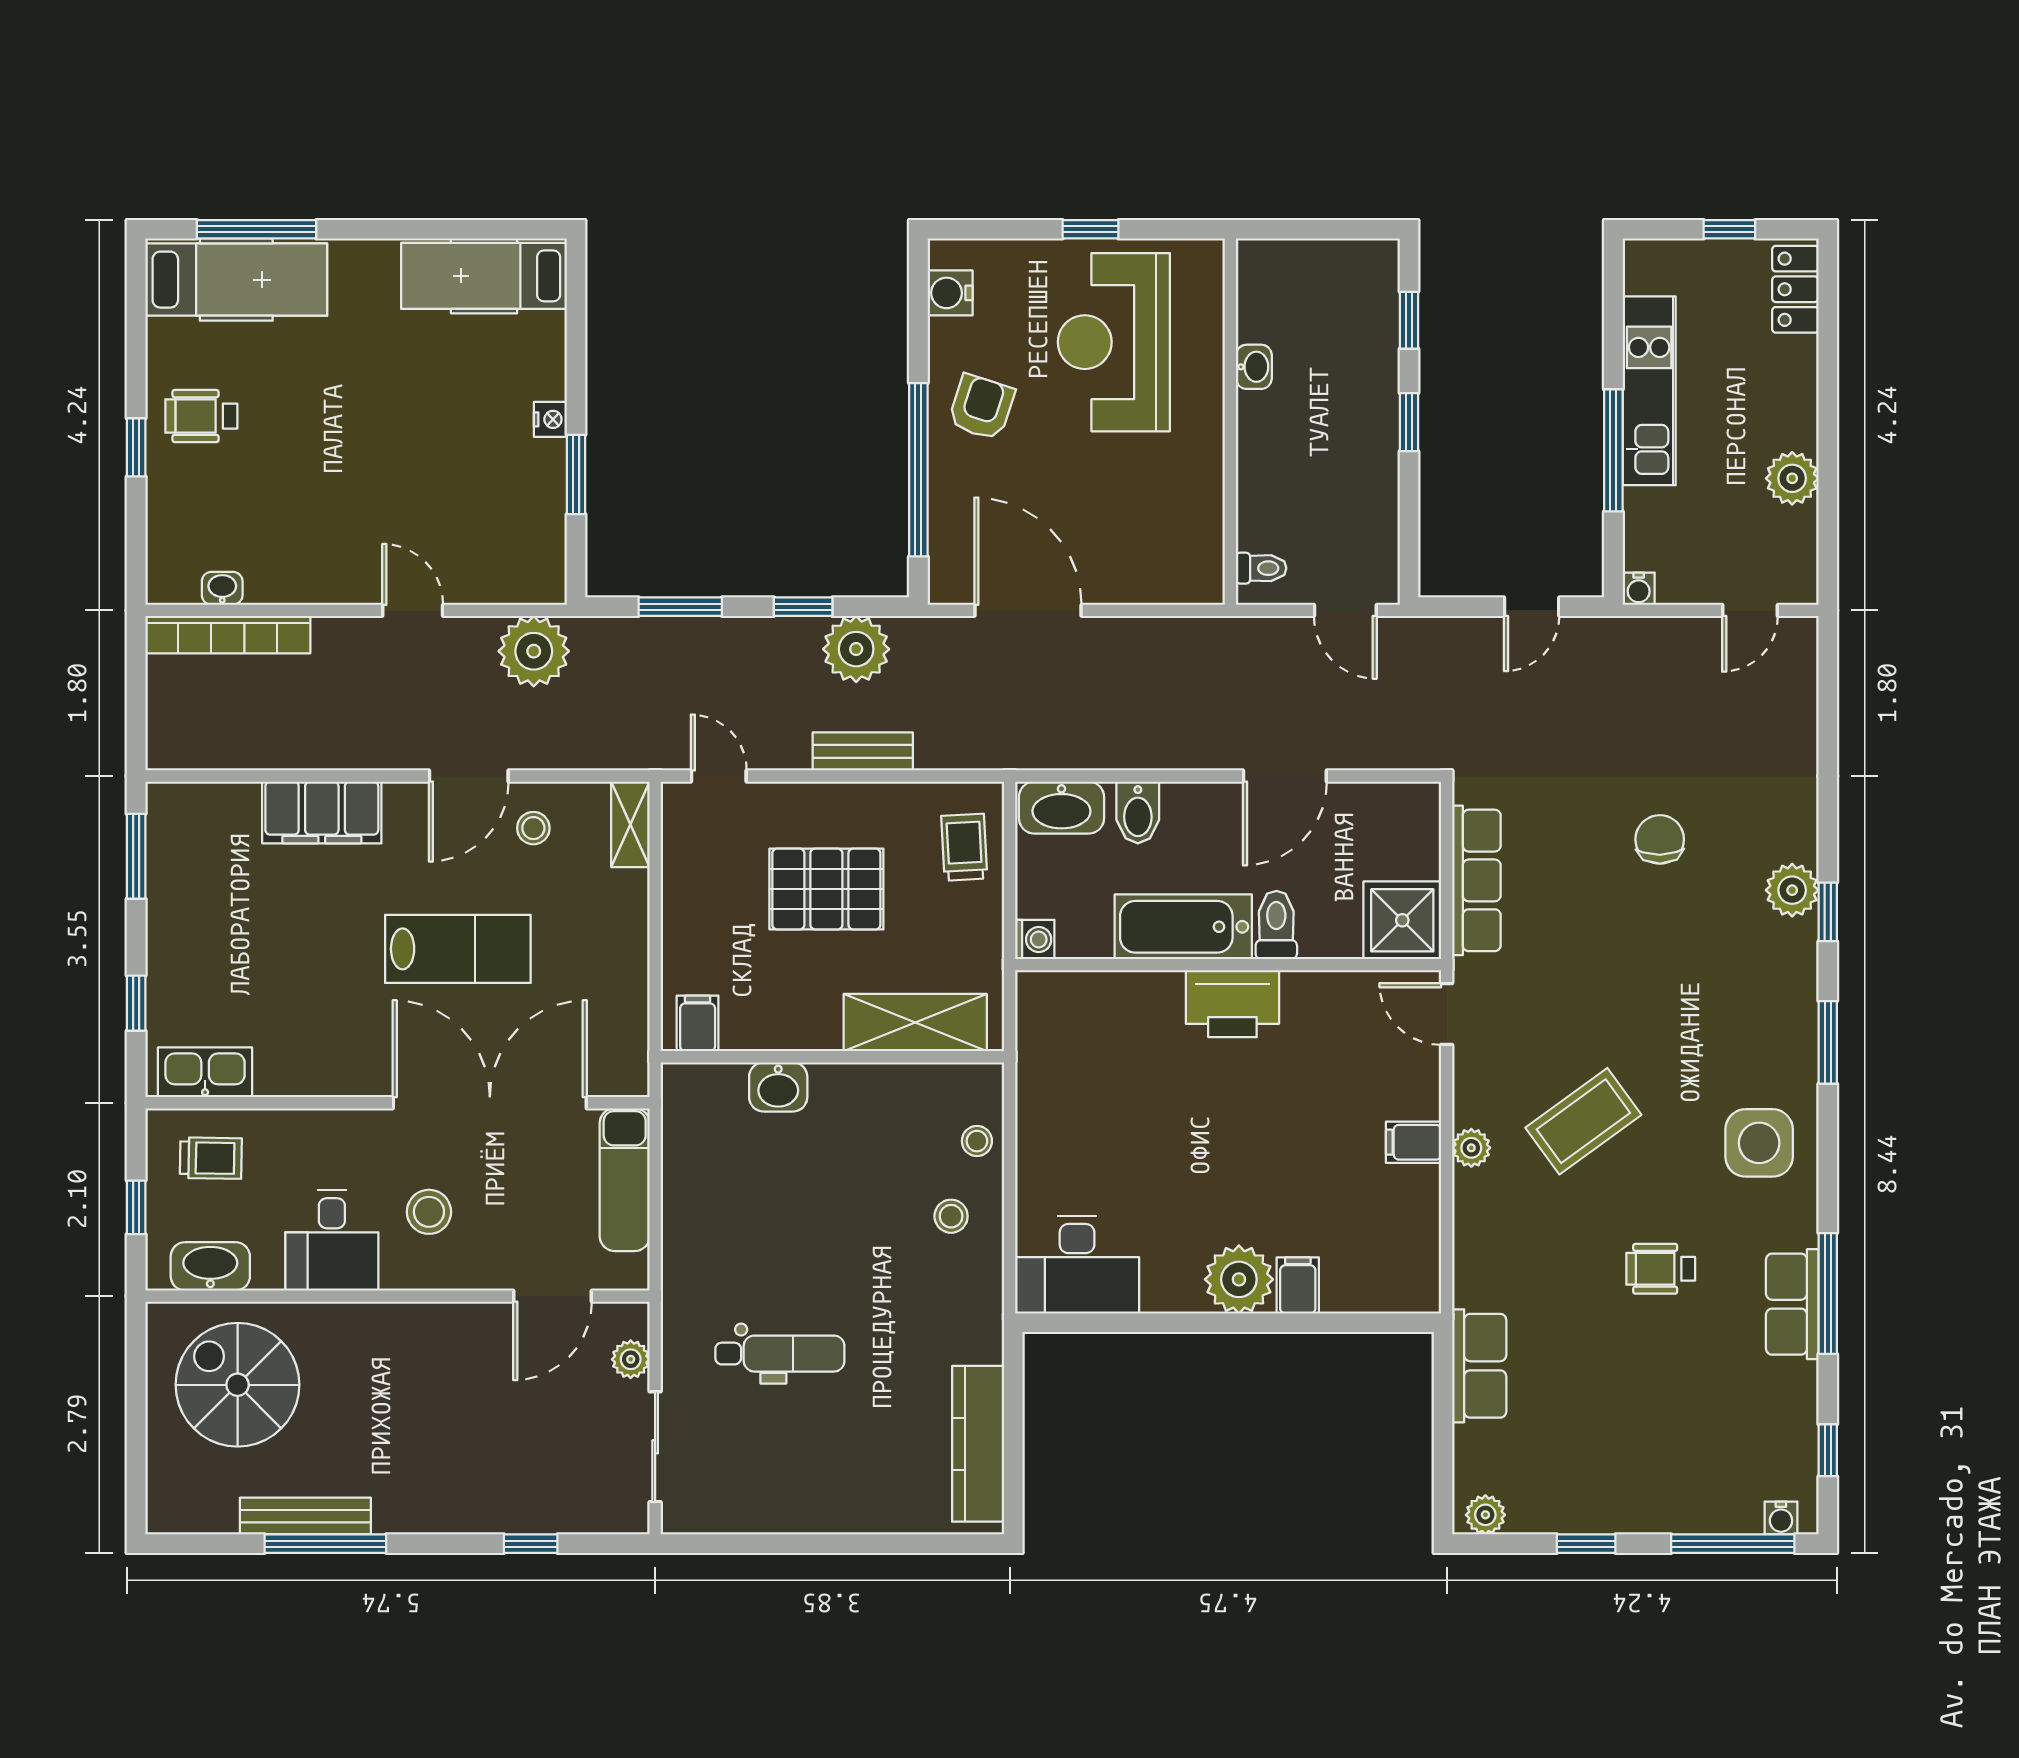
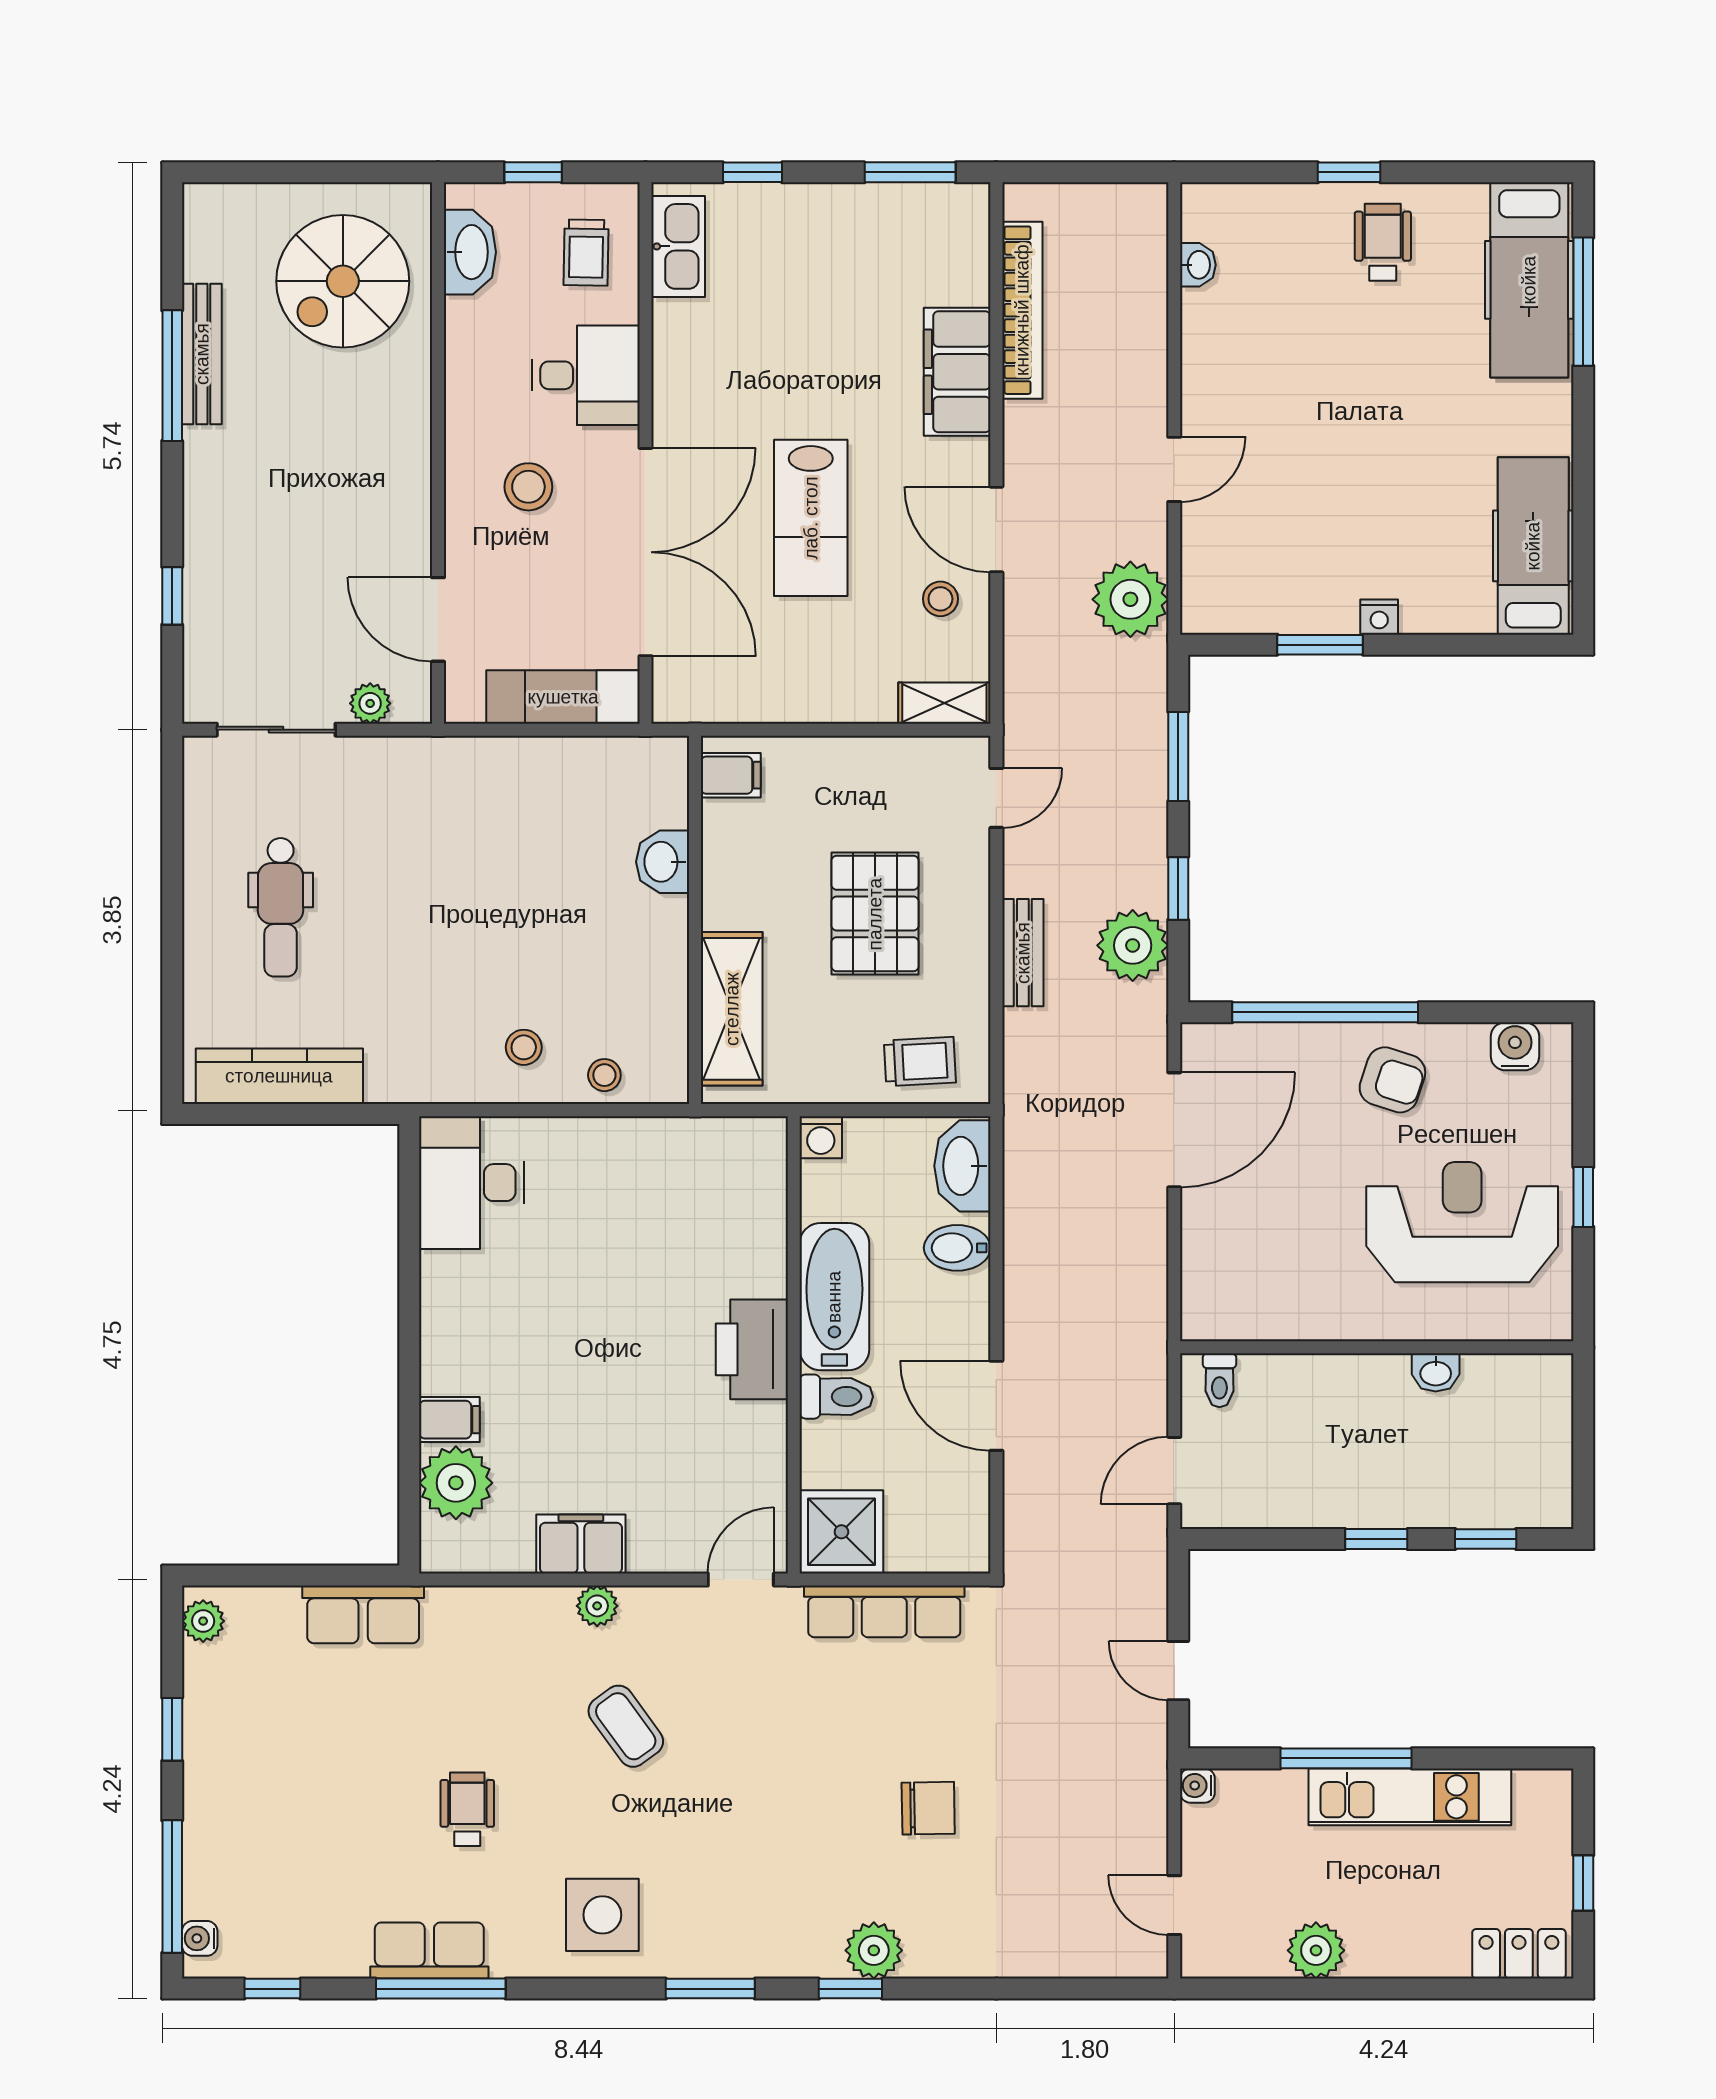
bookcase: (228, 635) -> (1022, 310), moved, turned 180
coffee table: (1583, 1121) -> (626, 1726), width x0.73, depth x0.77
filing cabinet: (1414, 1142) -> (581, 1544), width x2.00
desk: (332, 1240) -> (586, 375), moved, turned 180
plant: (1239, 1279) -> (456, 1483), moved
dental chair: (780, 1354) -> (281, 907), moved
spiral stairs: (238, 1385) -> (343, 281), turned 180

